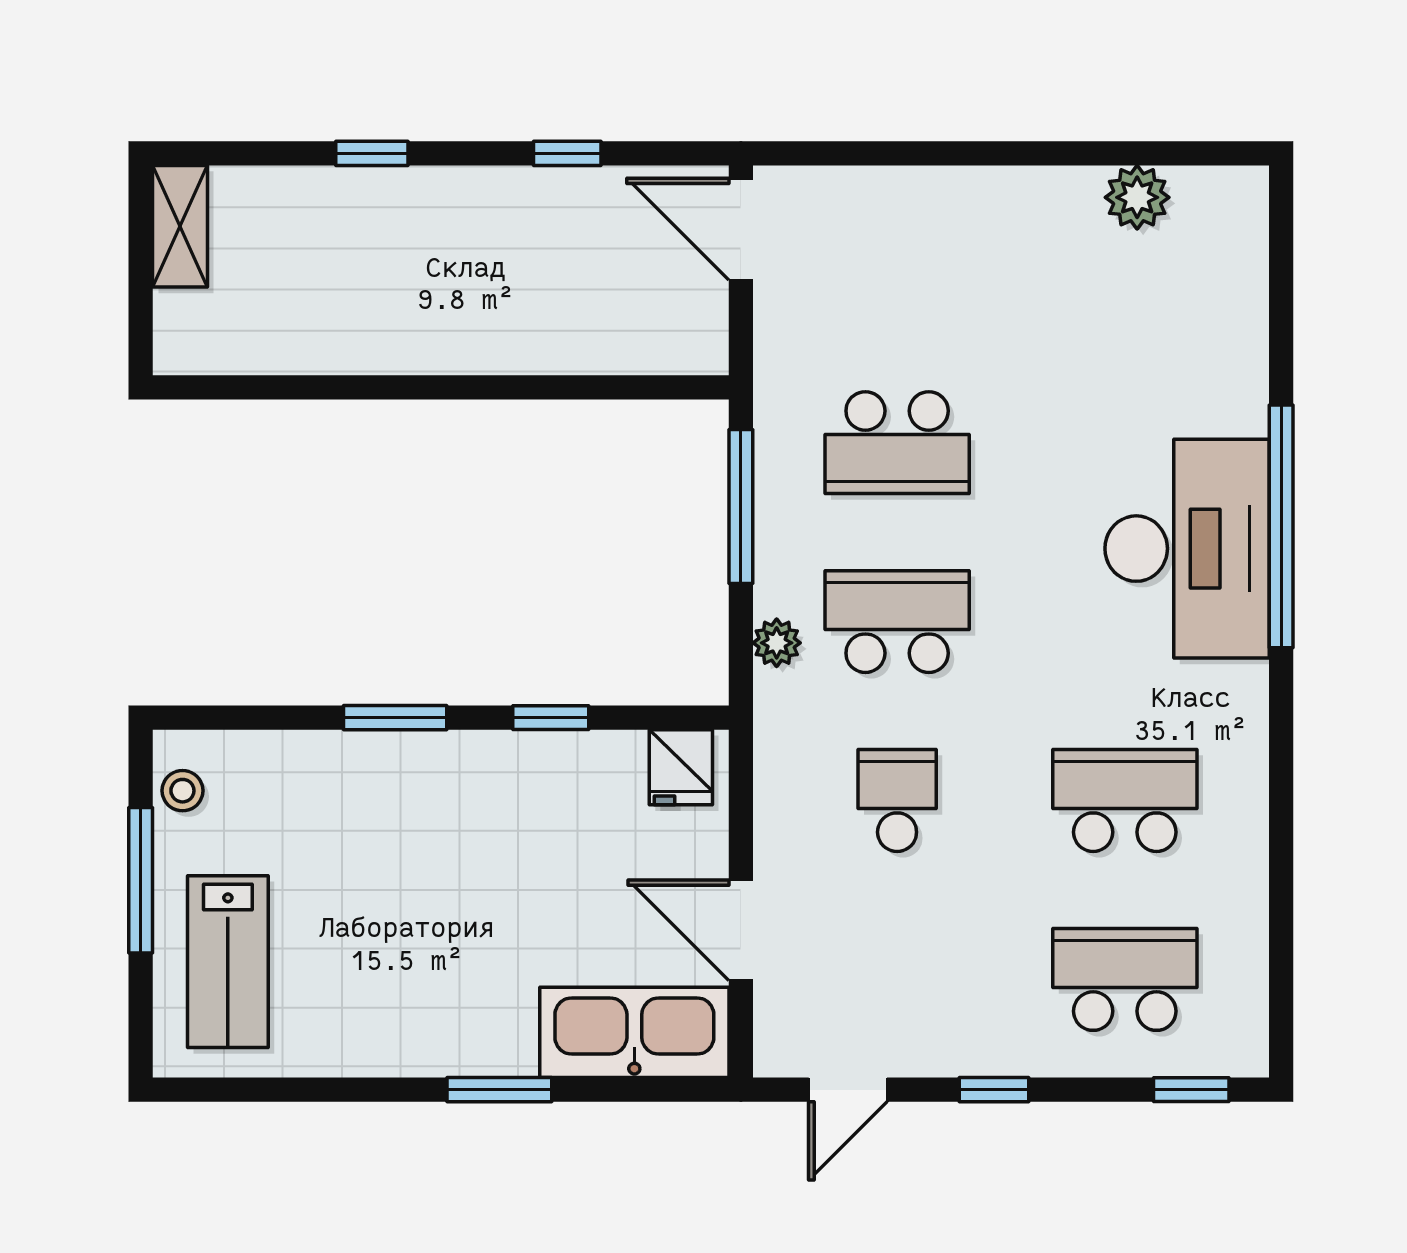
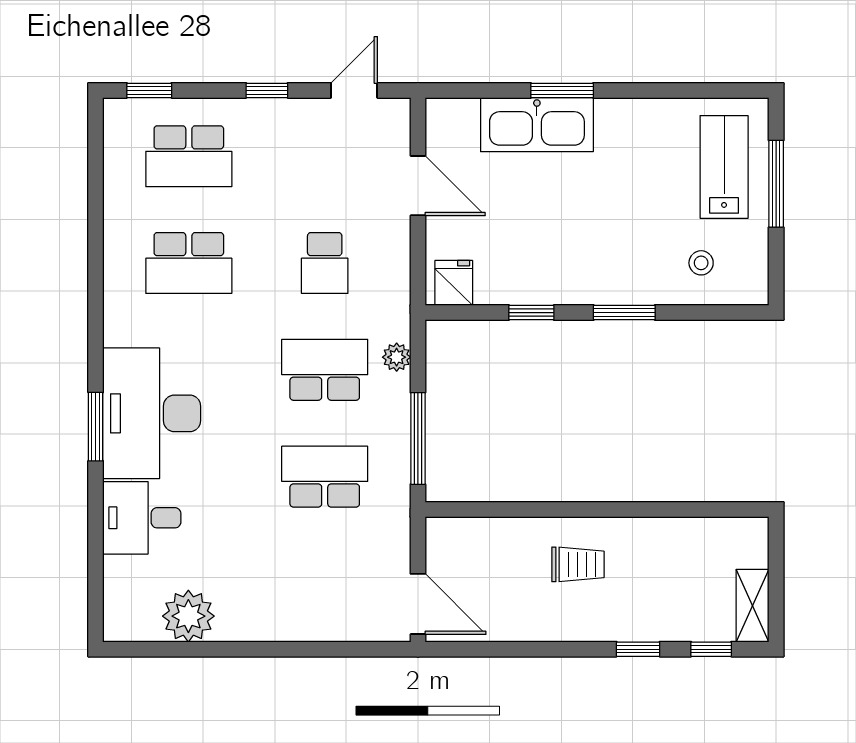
window: (567, 153) -> (711, 649), moved
plant: (1137, 197) -> (188, 616), width x1.36, depth x1.36
trolley: (473, 295) -> (578, 564), added
desk: (1204, 374) -> (142, 518), added
window: (1281, 526) -> (96, 427), width x0.47
school desk: (897, 622) -> (325, 370), turned 180
stool: (182, 791) -> (701, 263), moved
window: (141, 880) -> (776, 184), moved
kitchen sink: (634, 1032) -> (537, 125), moved

